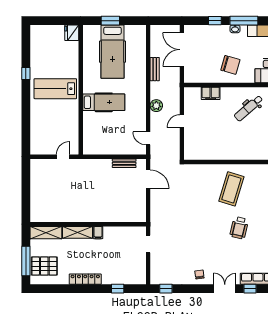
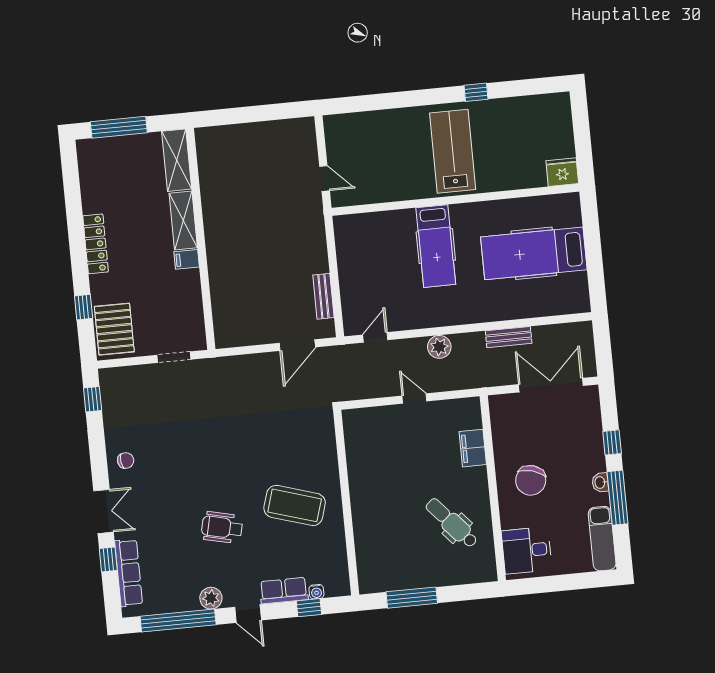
window: (110, 21) -> (593, 243), removed
pallet: (44, 266) -> (114, 329), moved

